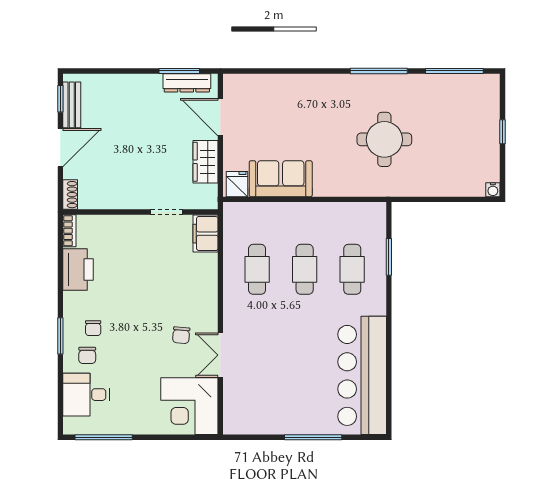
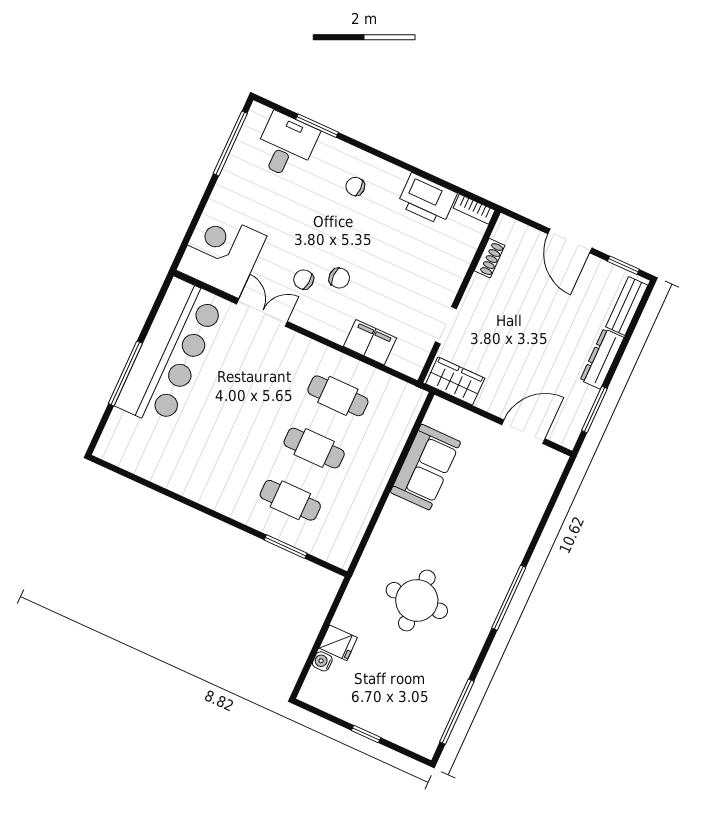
window: (379, 71) -> (509, 598), moved
dresser: (187, 83) -> (602, 359), moved
bench: (72, 105) -> (627, 306), moved, turned 90
wardrobe: (206, 162) -> (455, 381), moved
fridge: (237, 184) -> (338, 643), moved
water cooler: (493, 190) -> (322, 661), moved
shoe rack: (70, 195) -> (490, 258), moved, turned -90
filing cabinet: (206, 234) -> (370, 342), moved
window: (60, 336) -> (317, 126), moved
chair: (87, 355) -> (339, 278), moved, turned 180
bar counter: (362, 375) -> (170, 353), moved, turned 90

